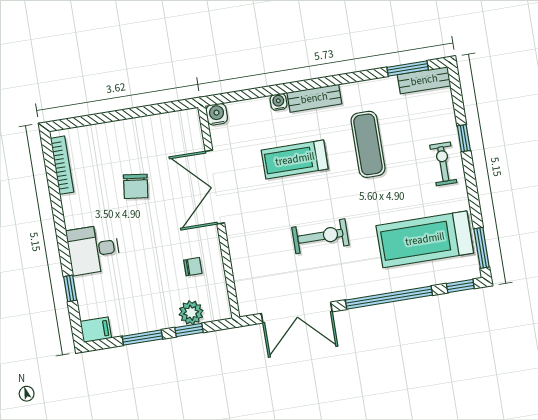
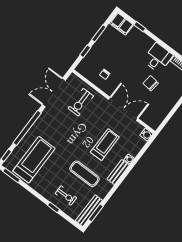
bench: (424, 80) -> (89, 211), width x1.36
exercise bike: (443, 164) -> (66, 196), moved
exercise bike: (320, 236) -> (81, 102), moved
desk: (93, 250) -> (158, 58), moved
plant: (191, 313) -> (90, 58), removed
filing cabinet: (96, 330) -> (121, 24), width x2.00

